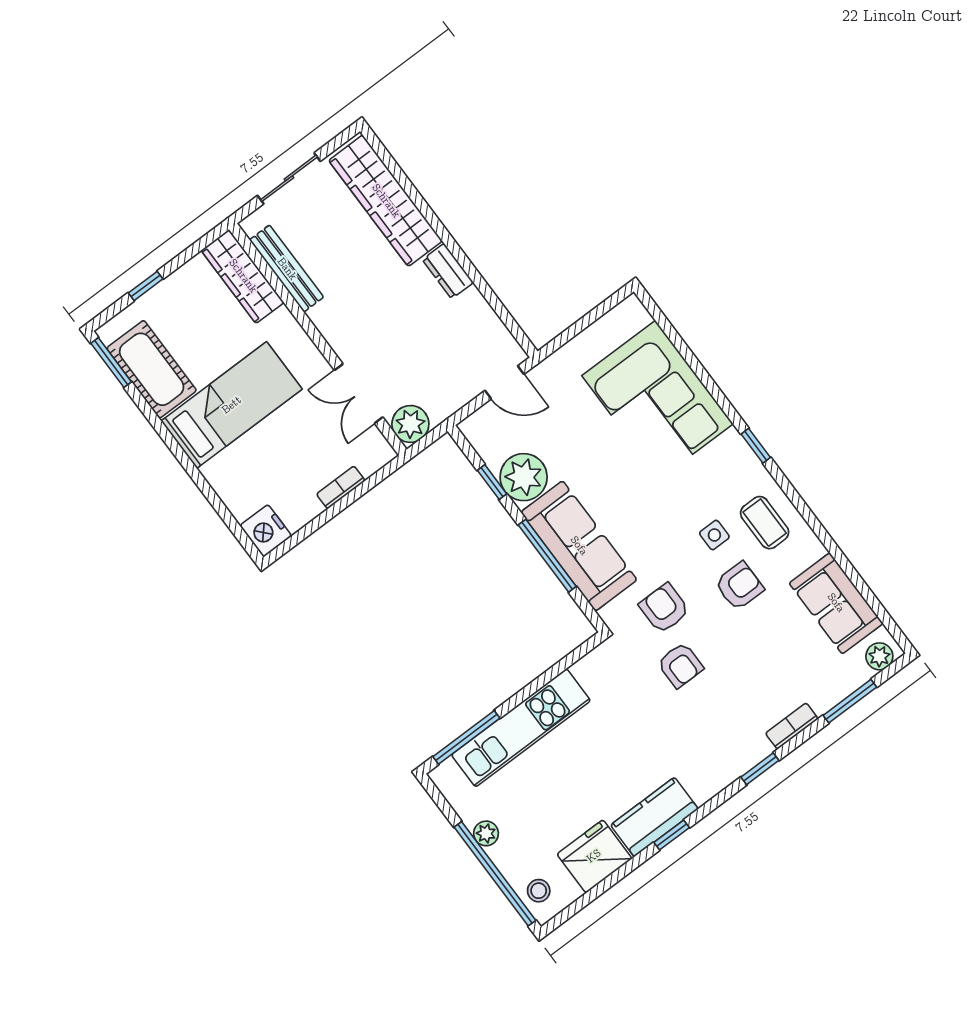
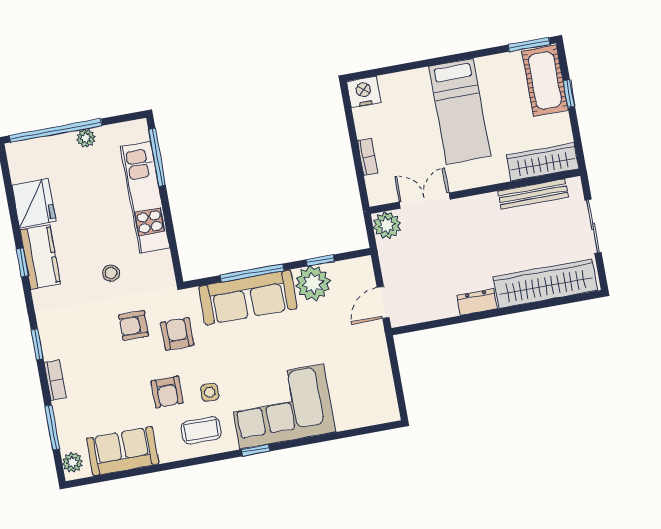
cot: (152, 369) -> (545, 80), moved, turned 90
corner sofa: (657, 400) -> (282, 406), moved
armchair: (664, 608) -> (177, 334), turned -90
stool: (539, 891) -> (111, 273), moved

